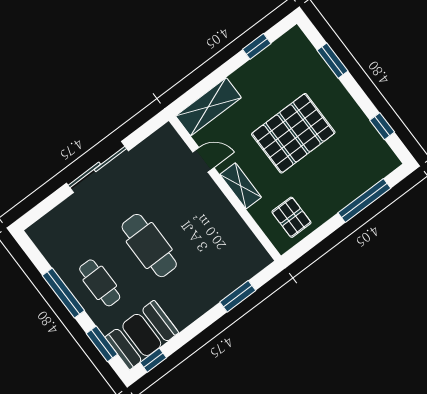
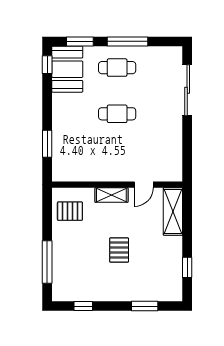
pallet: (293, 133) -> (119, 250), width x0.49, depth x0.50
sliding door: (97, 167) -> (187, 90), moved
cafe table: (149, 246) -> (117, 114), width x0.73, depth x0.74

